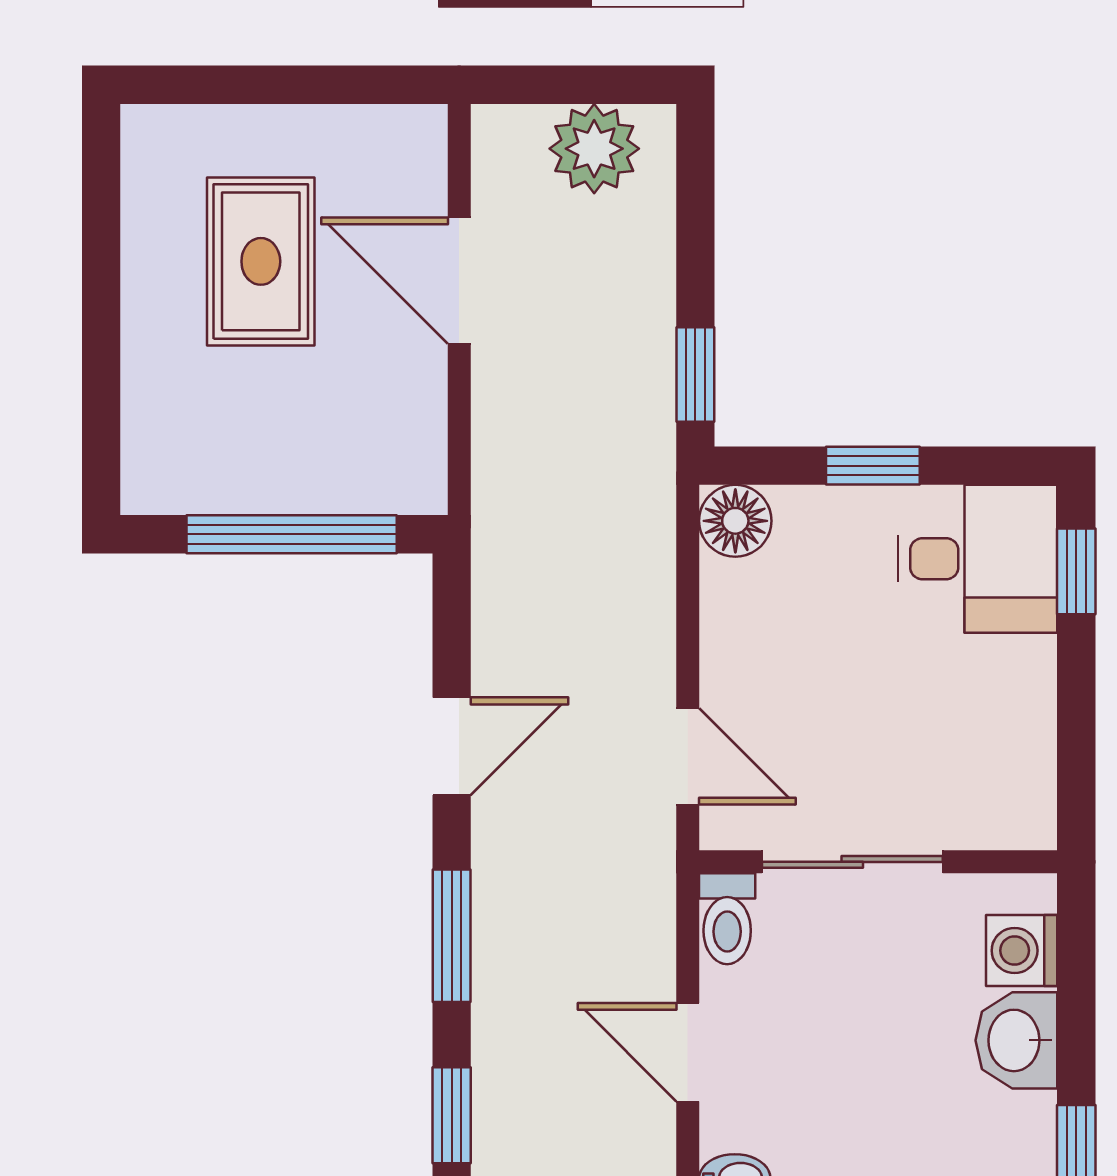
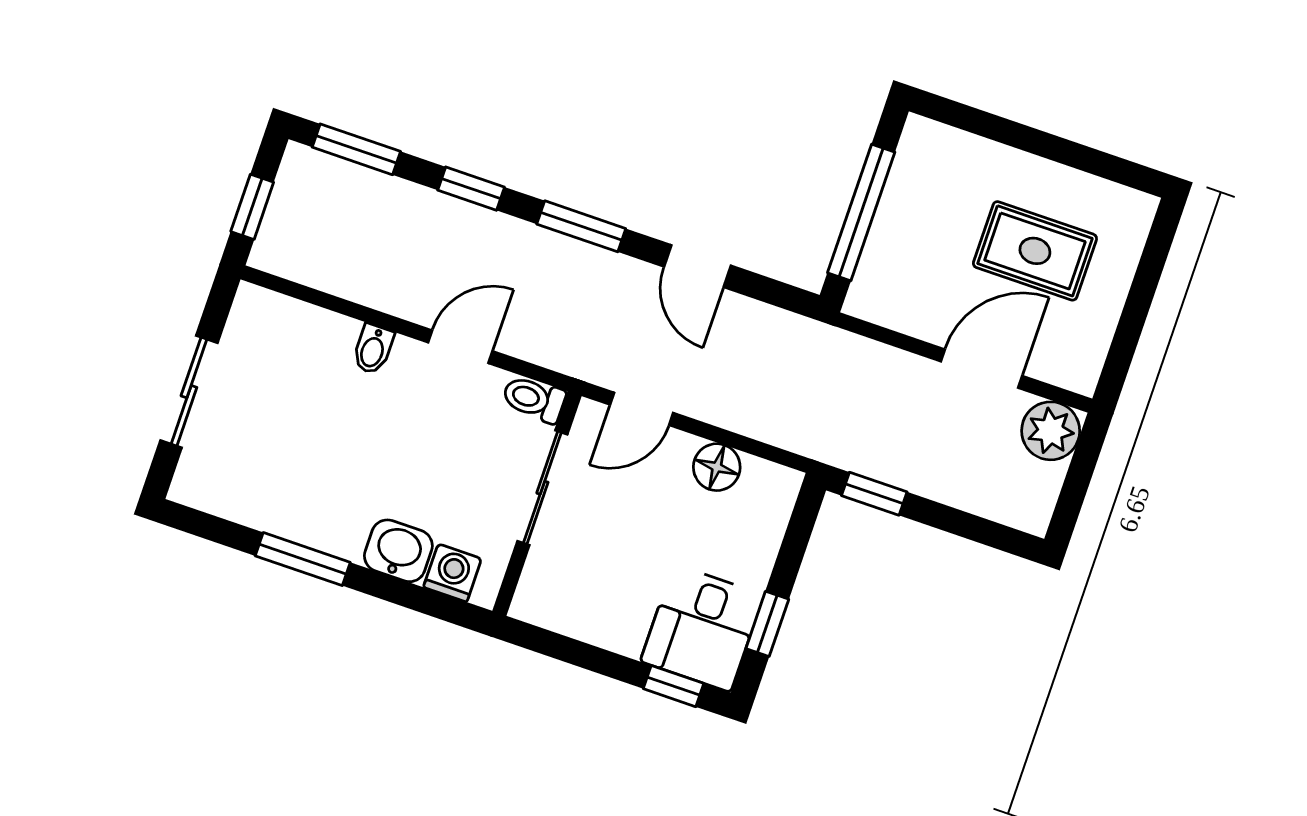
plant: (594, 149) -> (1051, 431), moved
window: (873, 466) -> (767, 624), moved
floor lamp: (735, 521) -> (717, 467), moved

